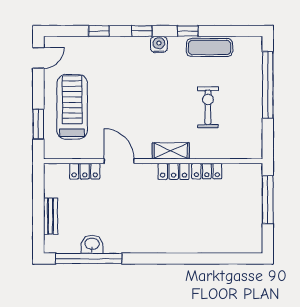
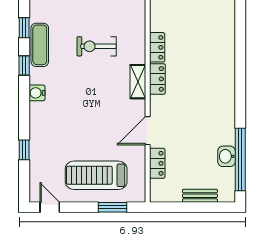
window: (142, 31) -> (24, 28), moved

